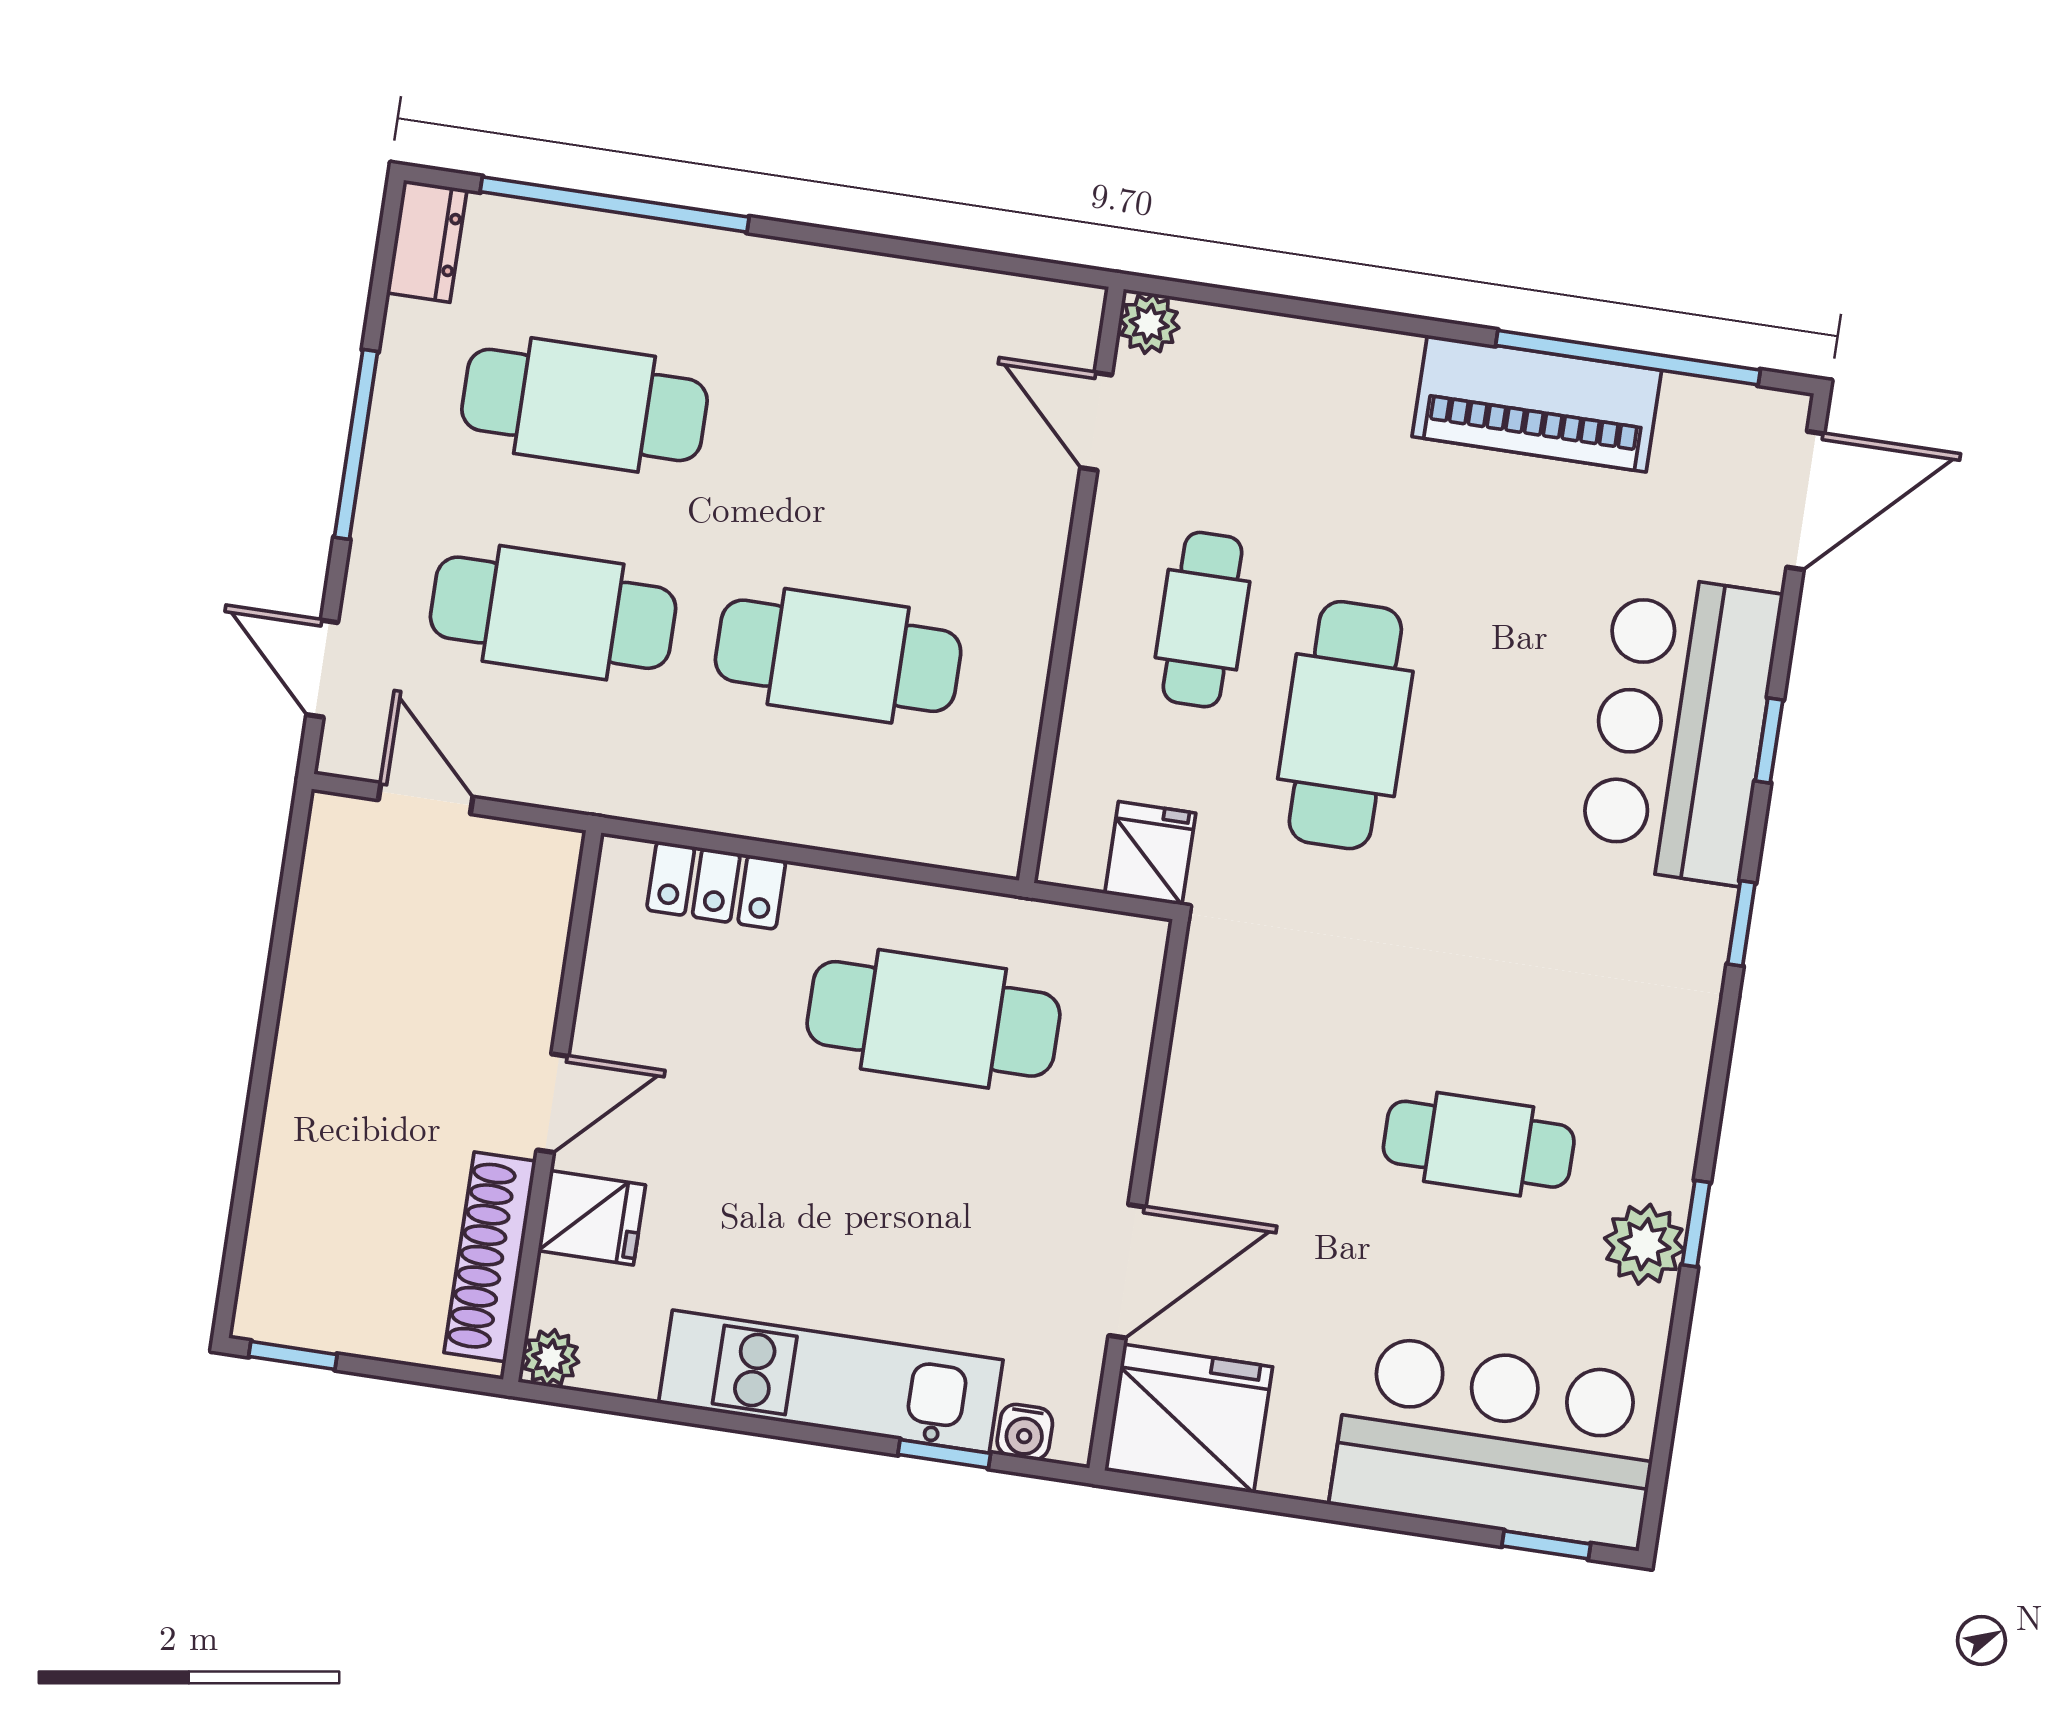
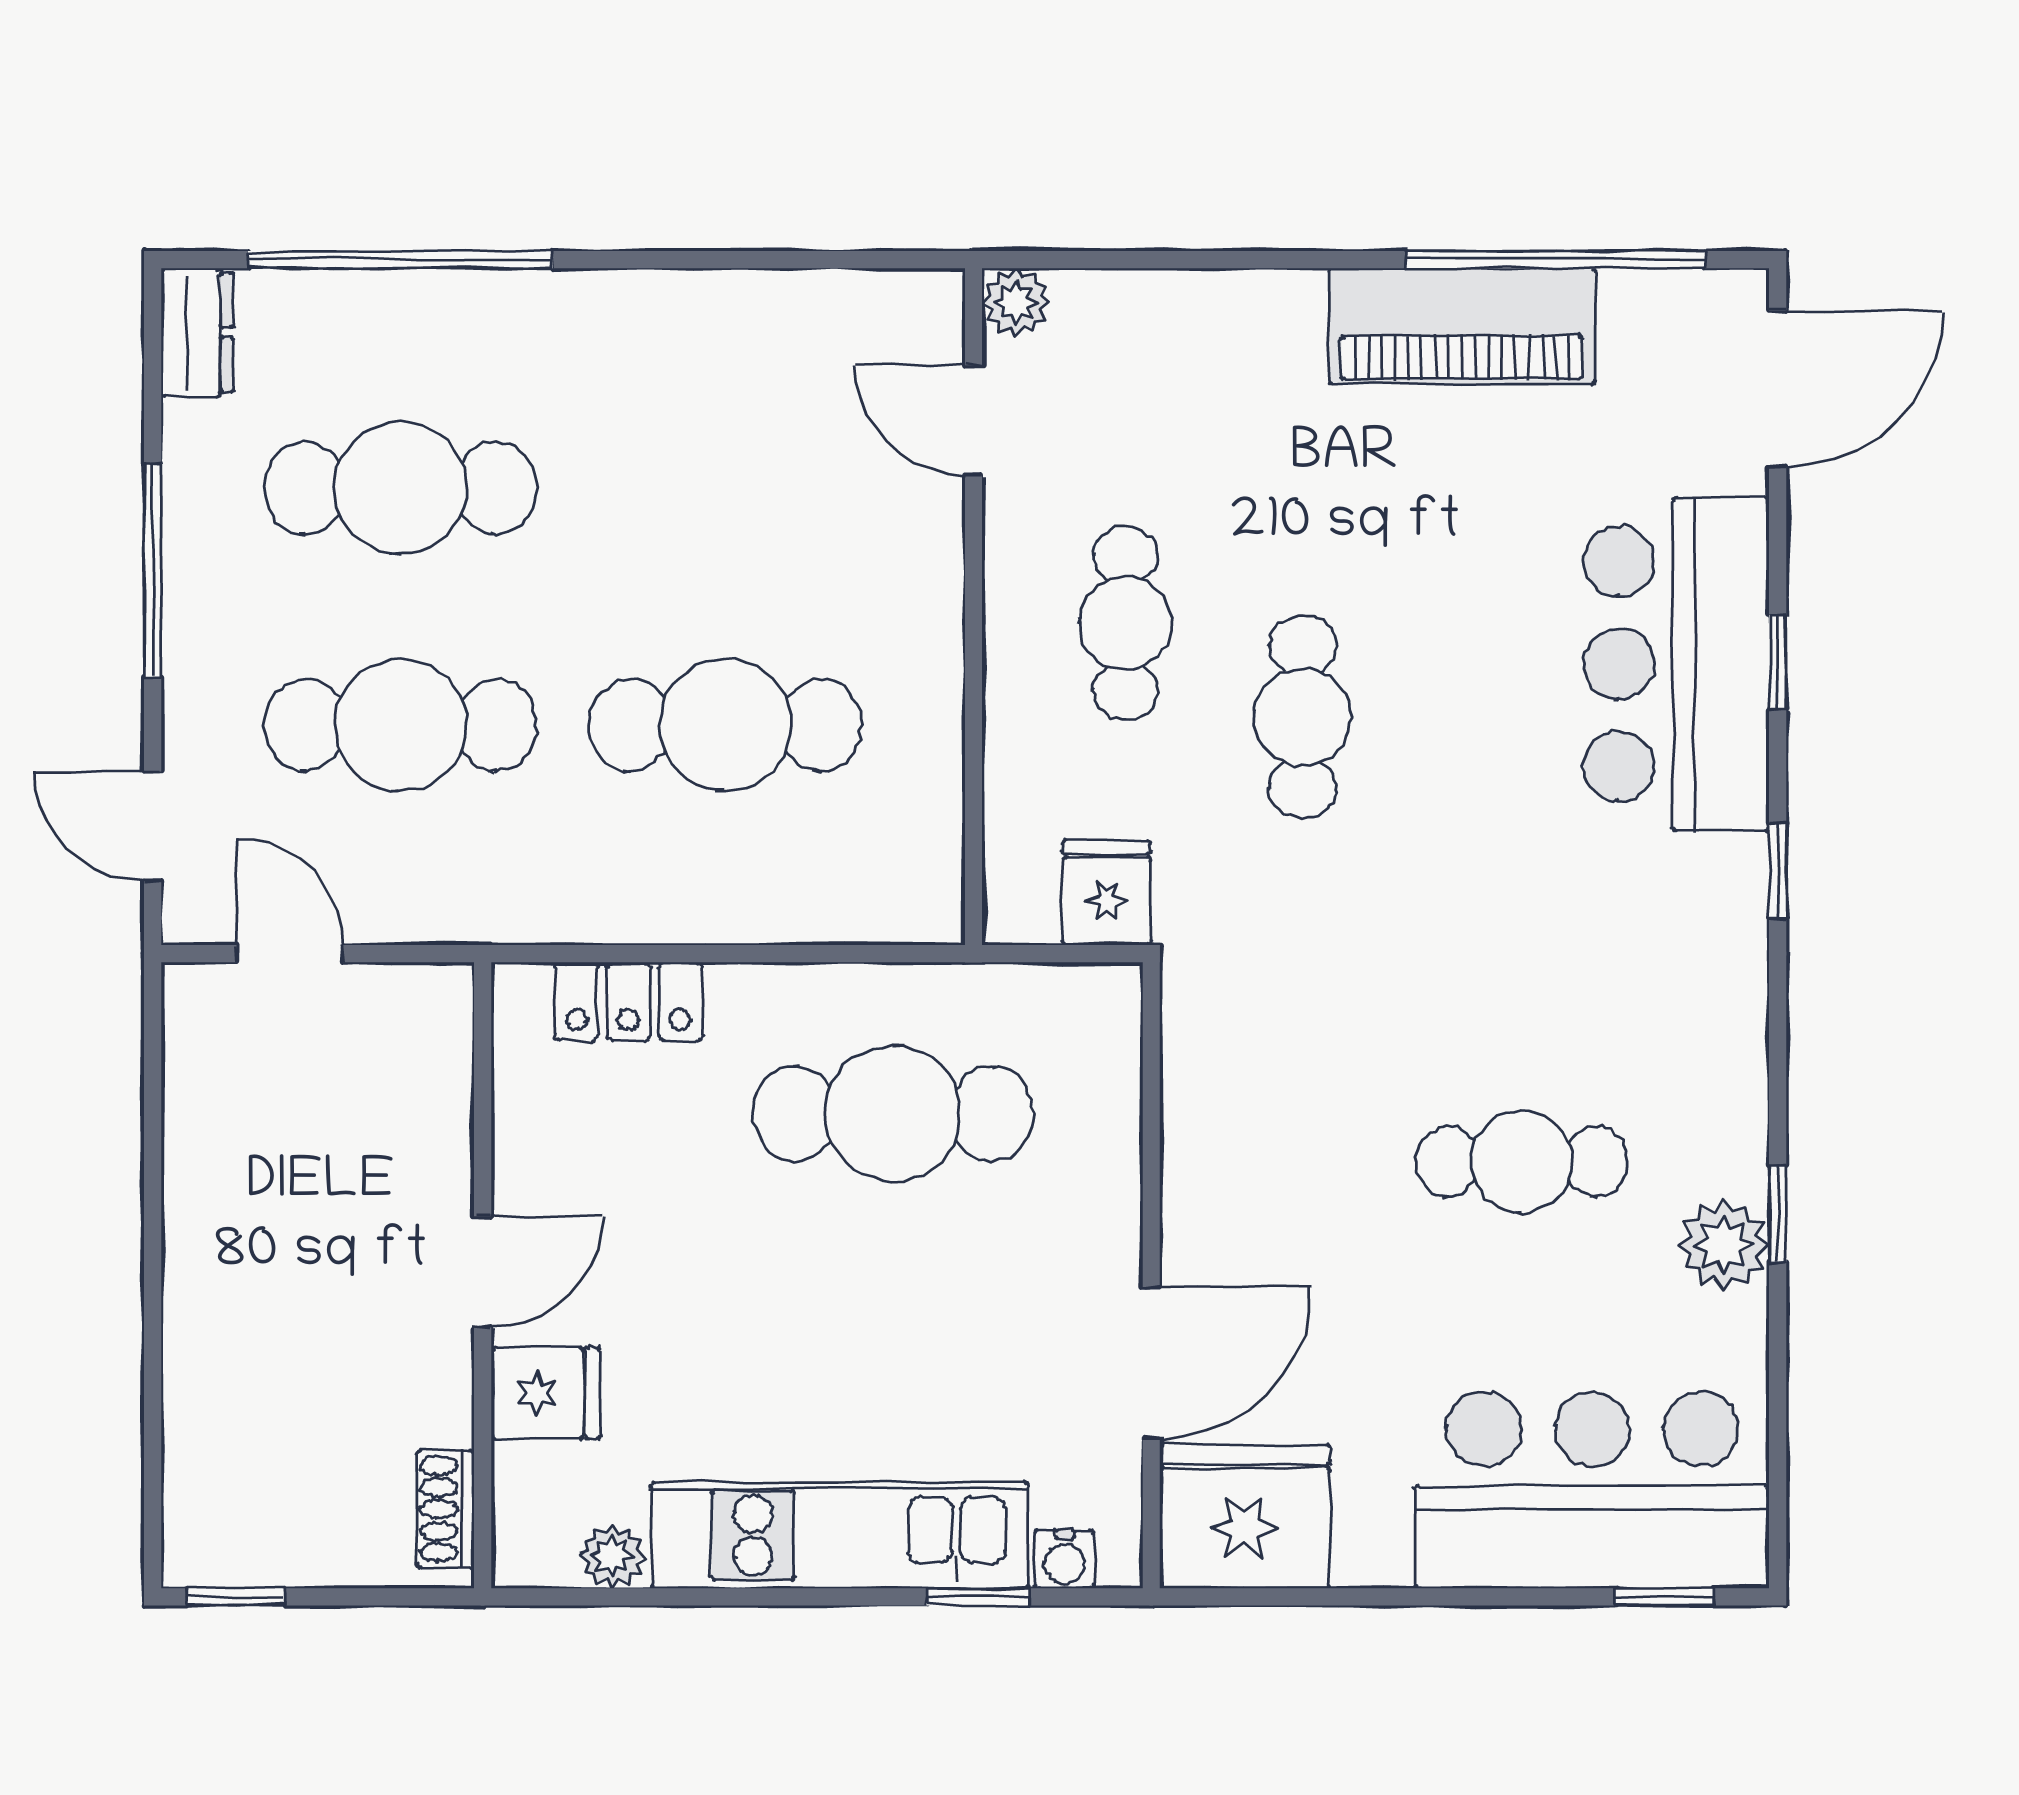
cafe table: (1345, 725) -> (1303, 717), width x0.73, depth x0.74
shoe rack: (490, 1257) -> (446, 1509), width x0.51, depth x0.81
plant: (551, 1358) -> (612, 1556), moved

